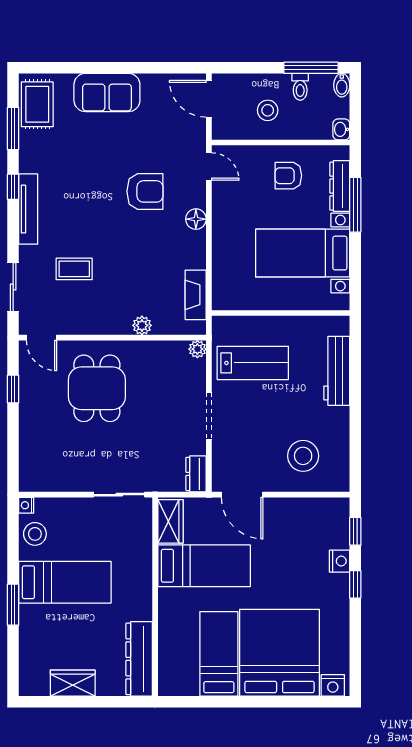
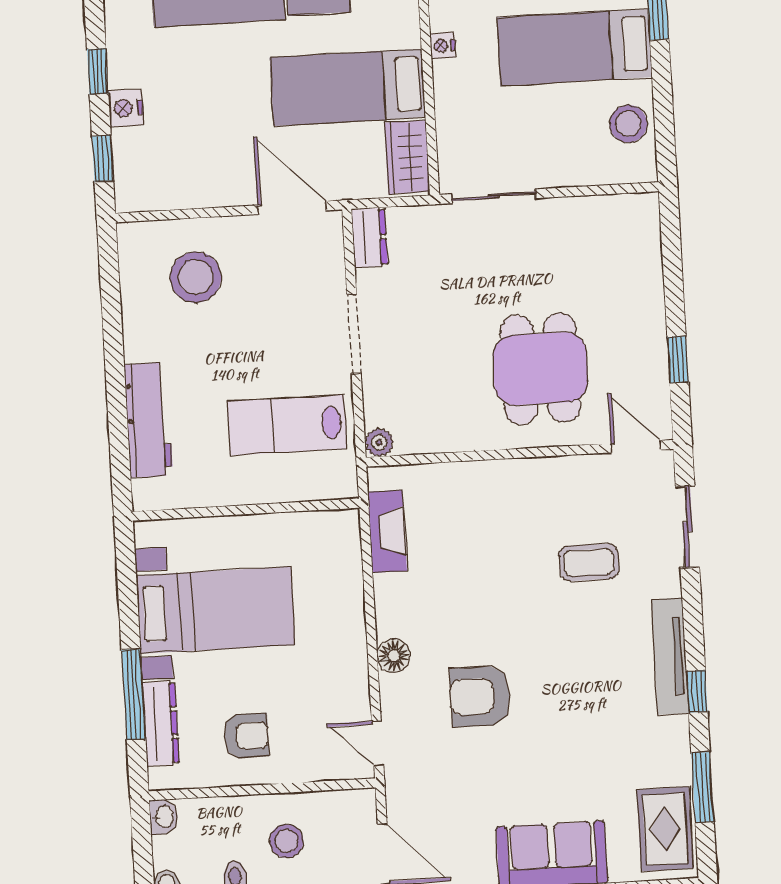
plant: (142, 325) -> (472, 476), removed
nightstand: (26, 505) -> (443, 46), moved, turned 180

